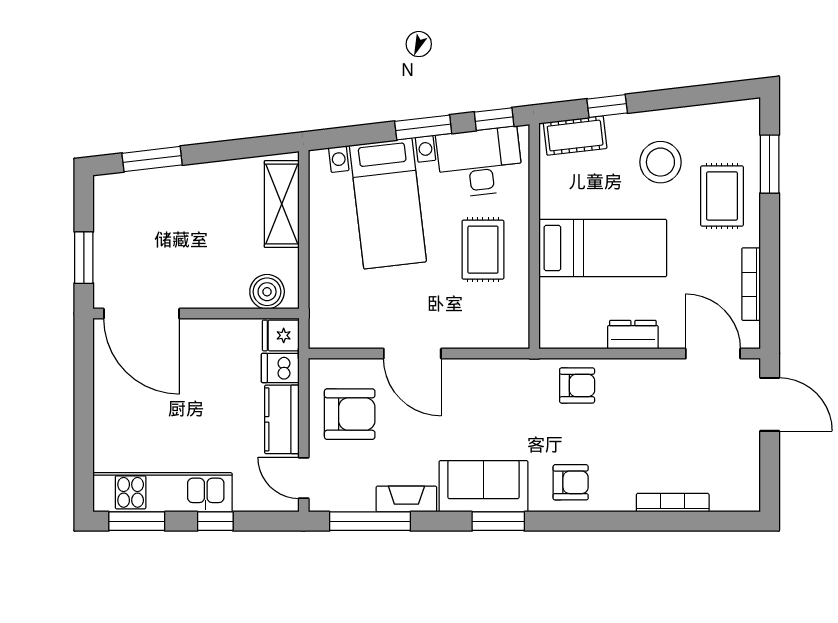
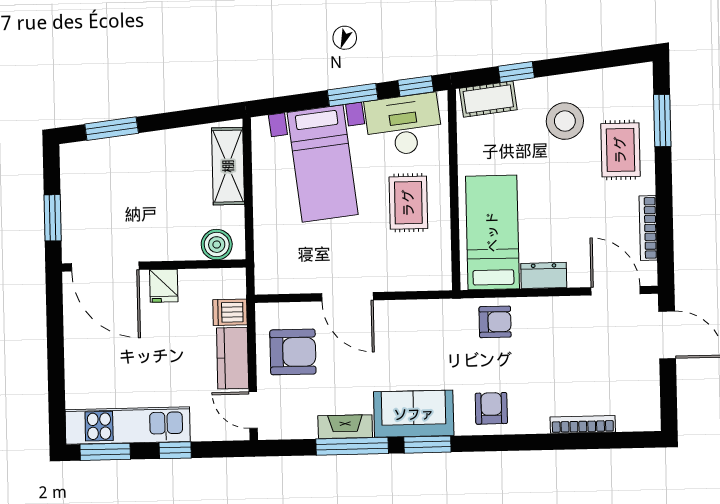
bed: (603, 248) -> (492, 232), moved, turned -90
fridge: (281, 335) -> (164, 286), moved, turned -90
armchair: (571, 482) -> (491, 408), turned -90
window: (370, 521) -> (352, 446), moved

